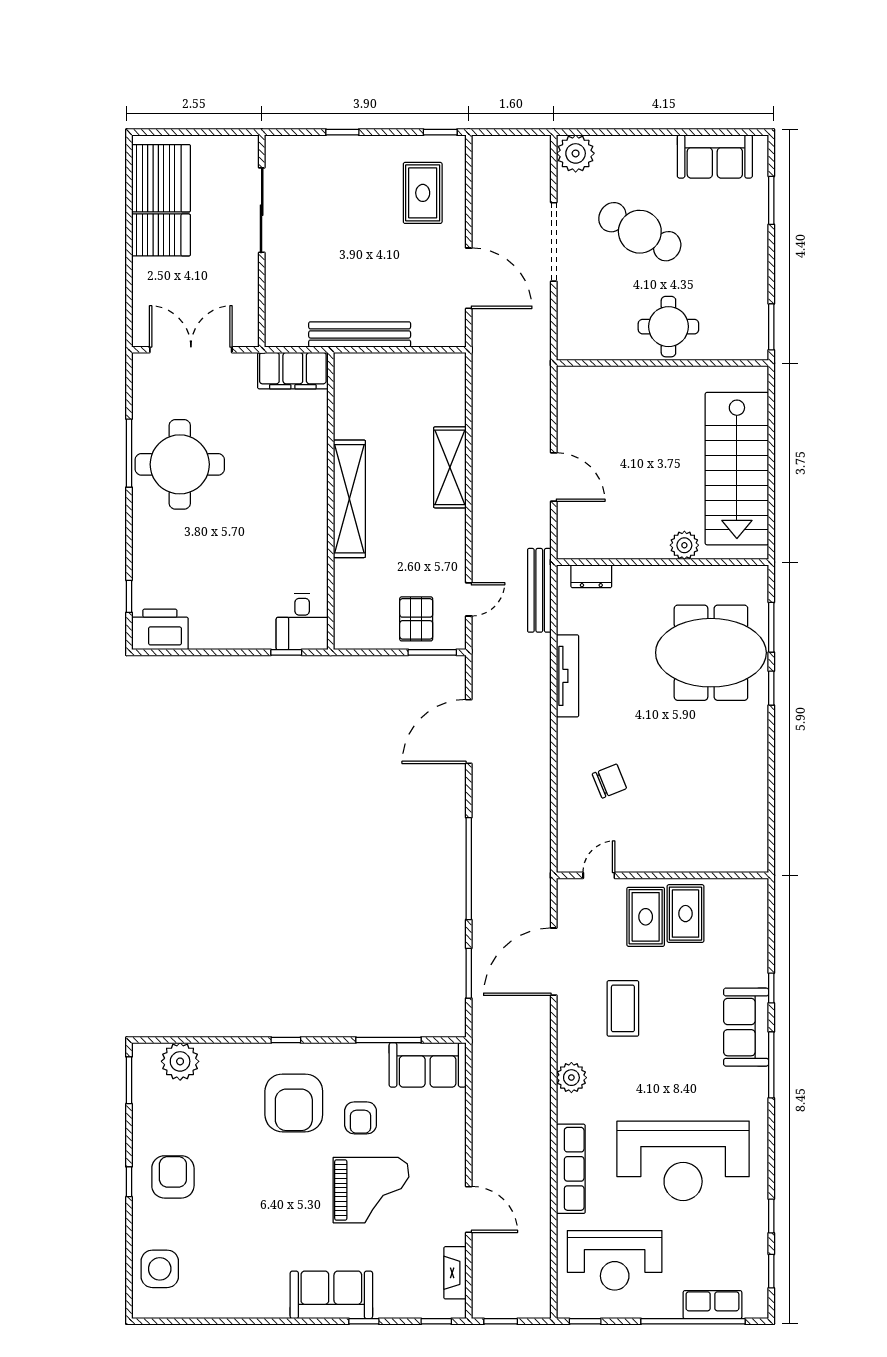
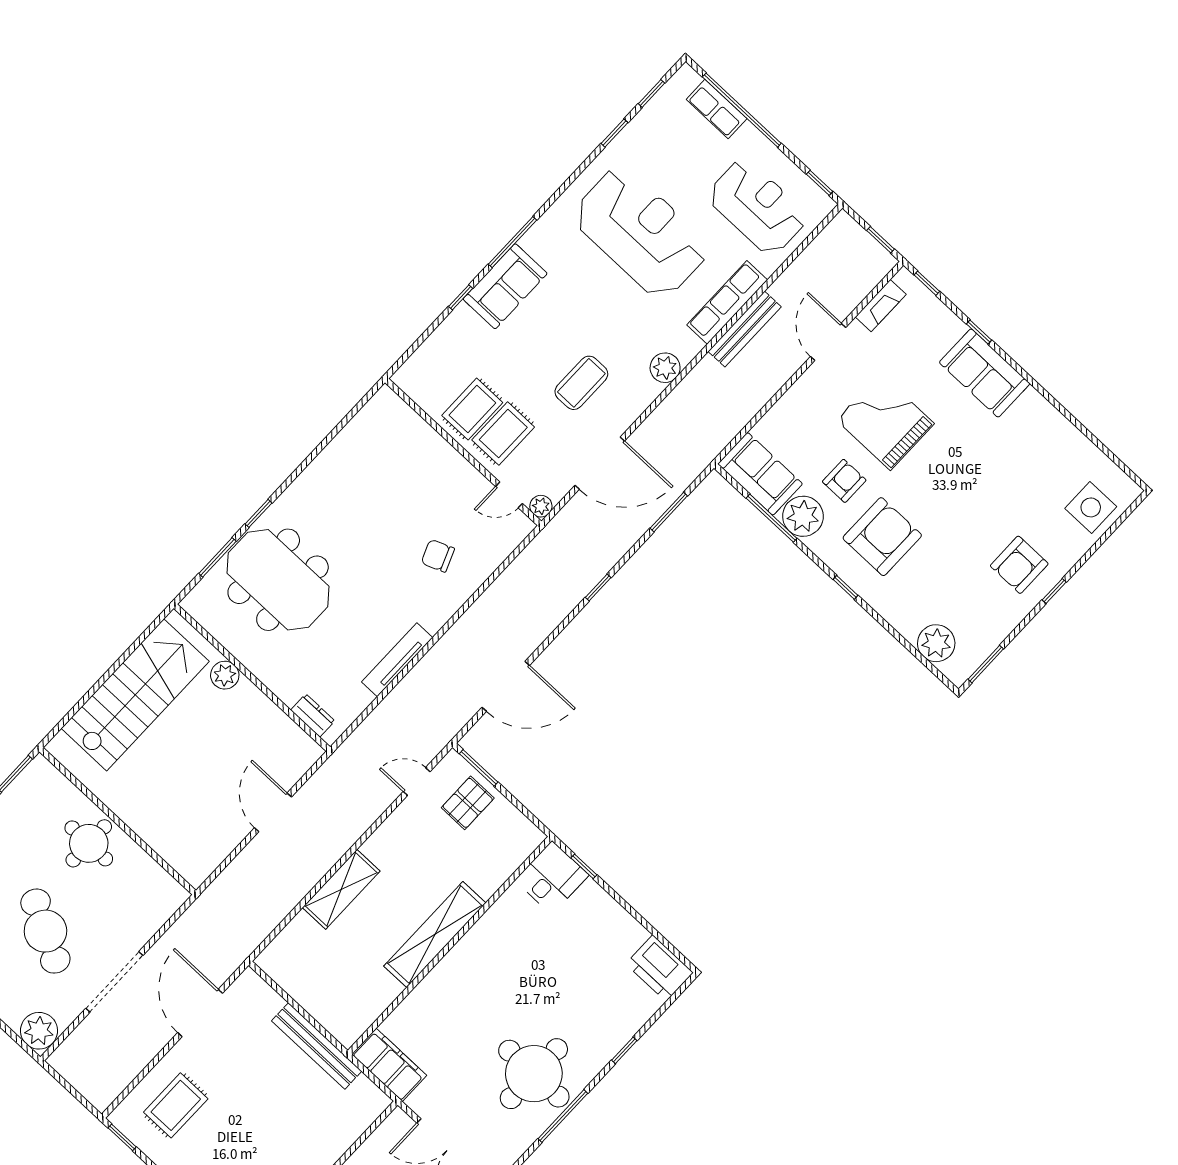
bench: (539, 590) -> (745, 329), moved
window: (129, 596) -> (624, 1050), moved
window: (469, 869) -> (598, 588), width x0.32
plant: (567, 889) -> (541, 506), added
plant: (367, 1063) -> (803, 516), added

